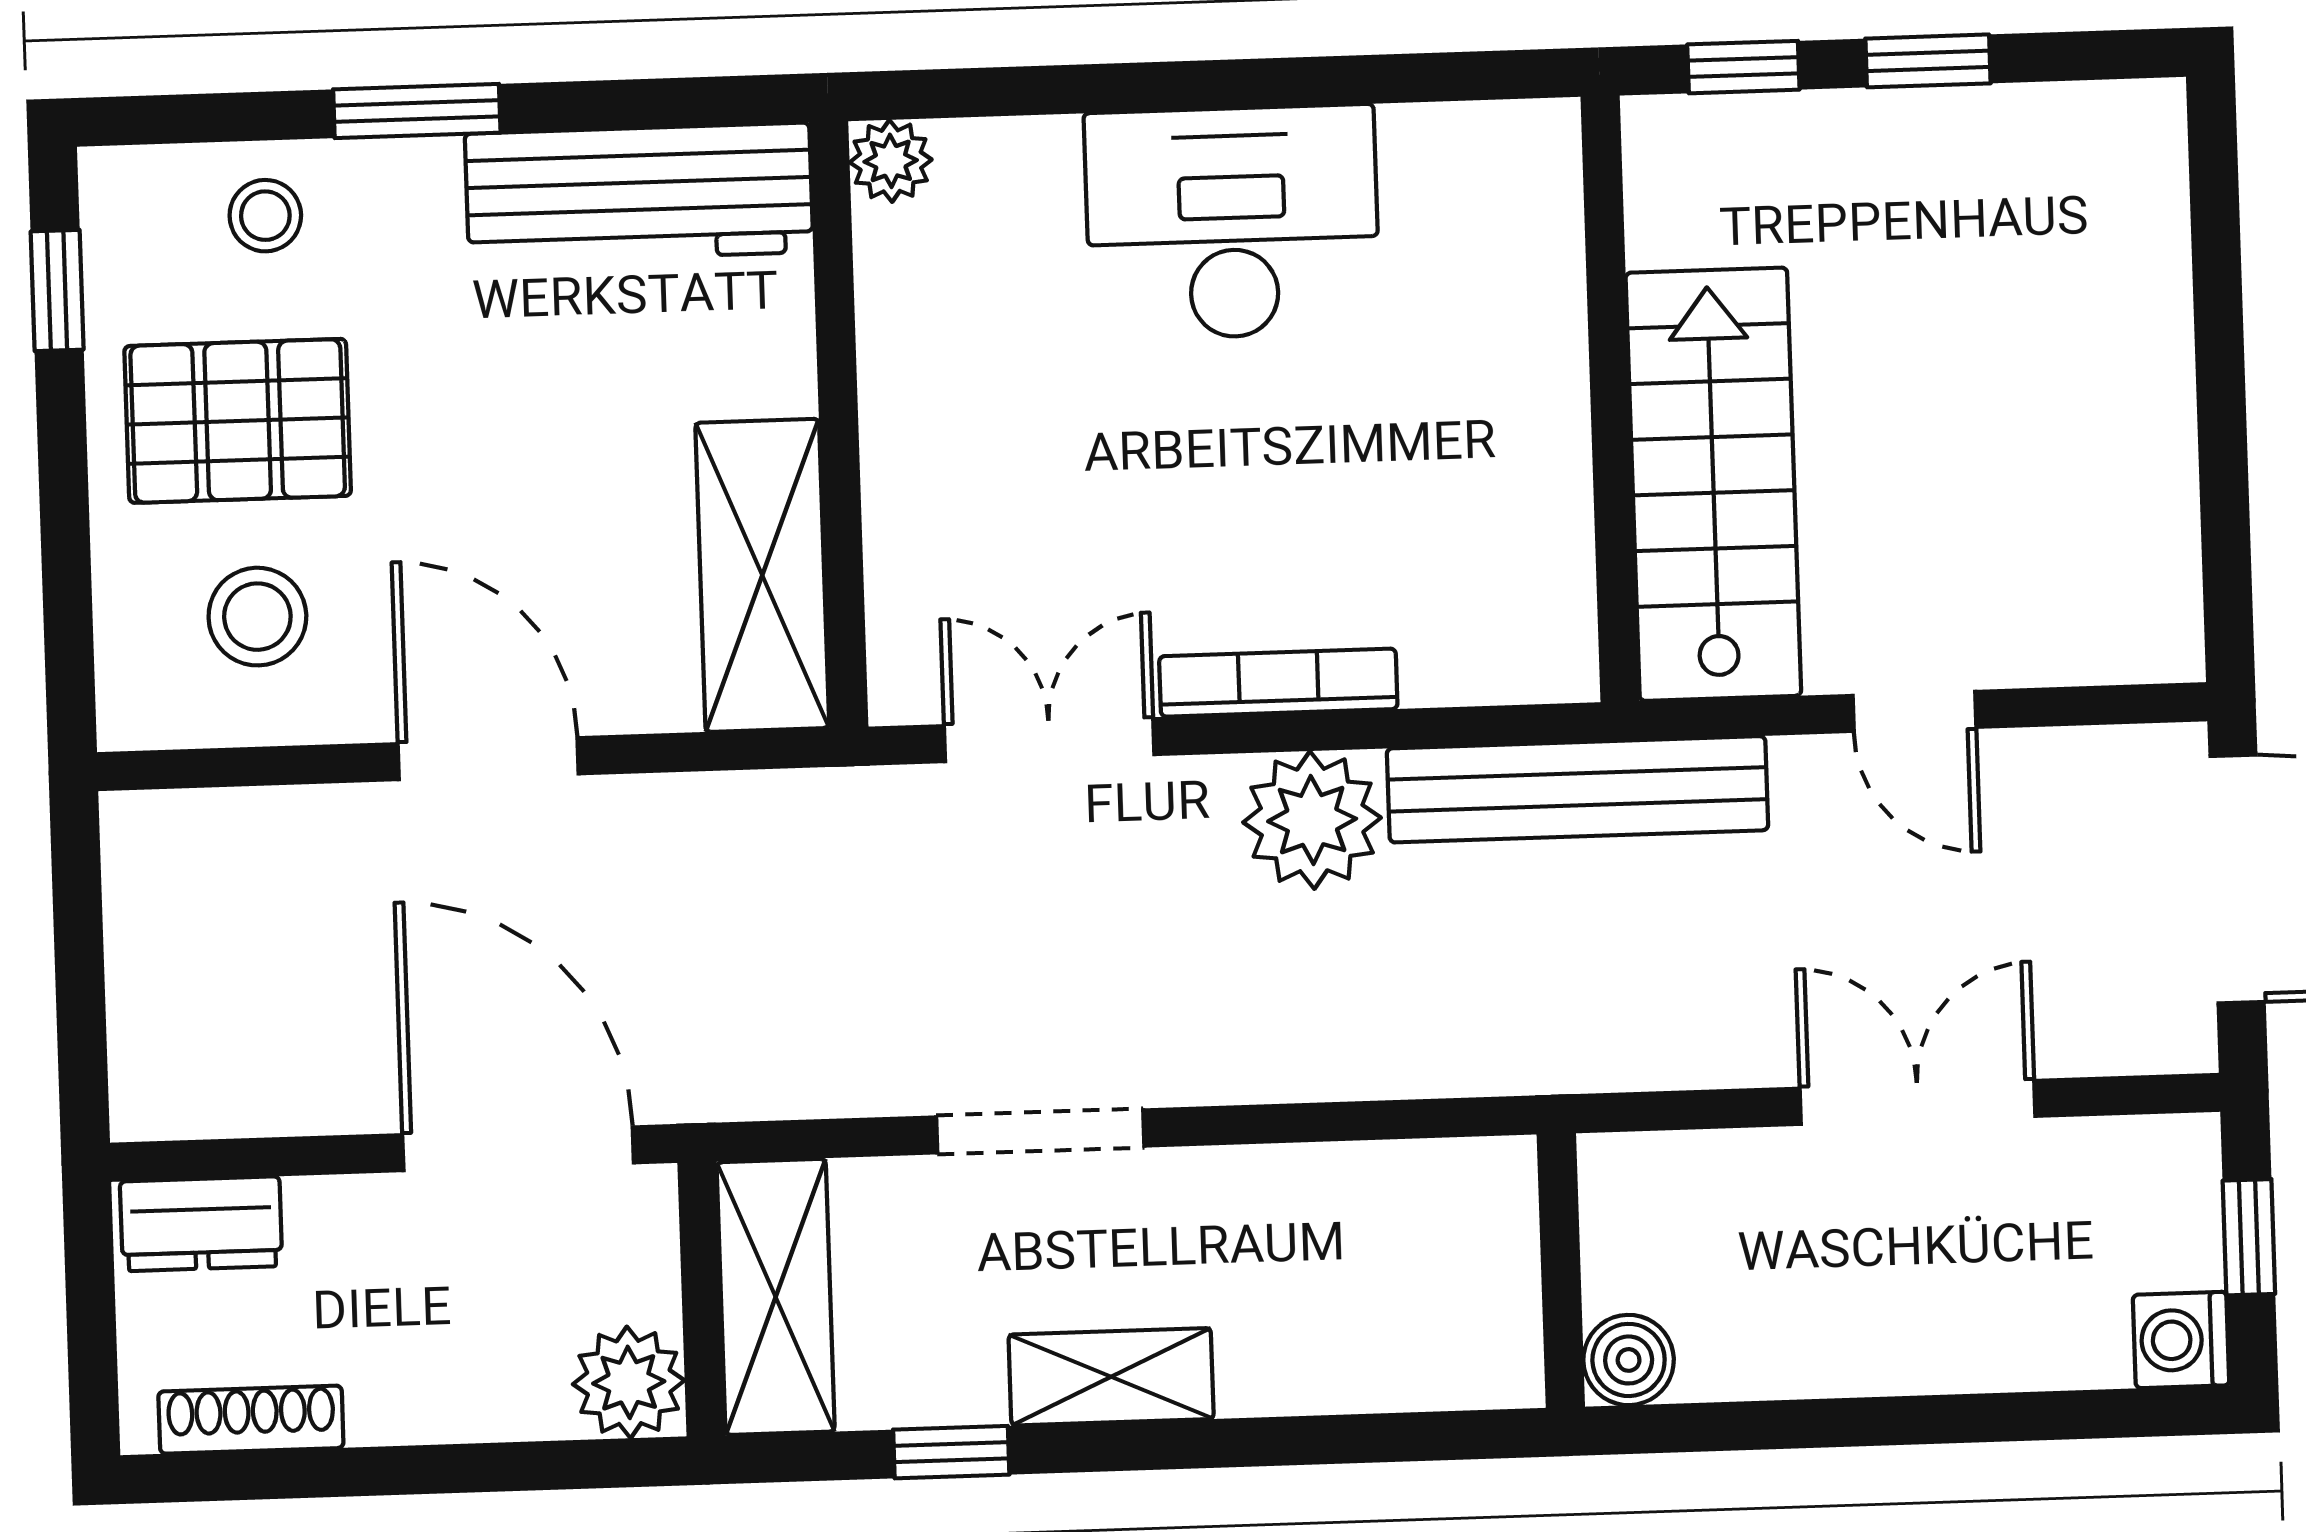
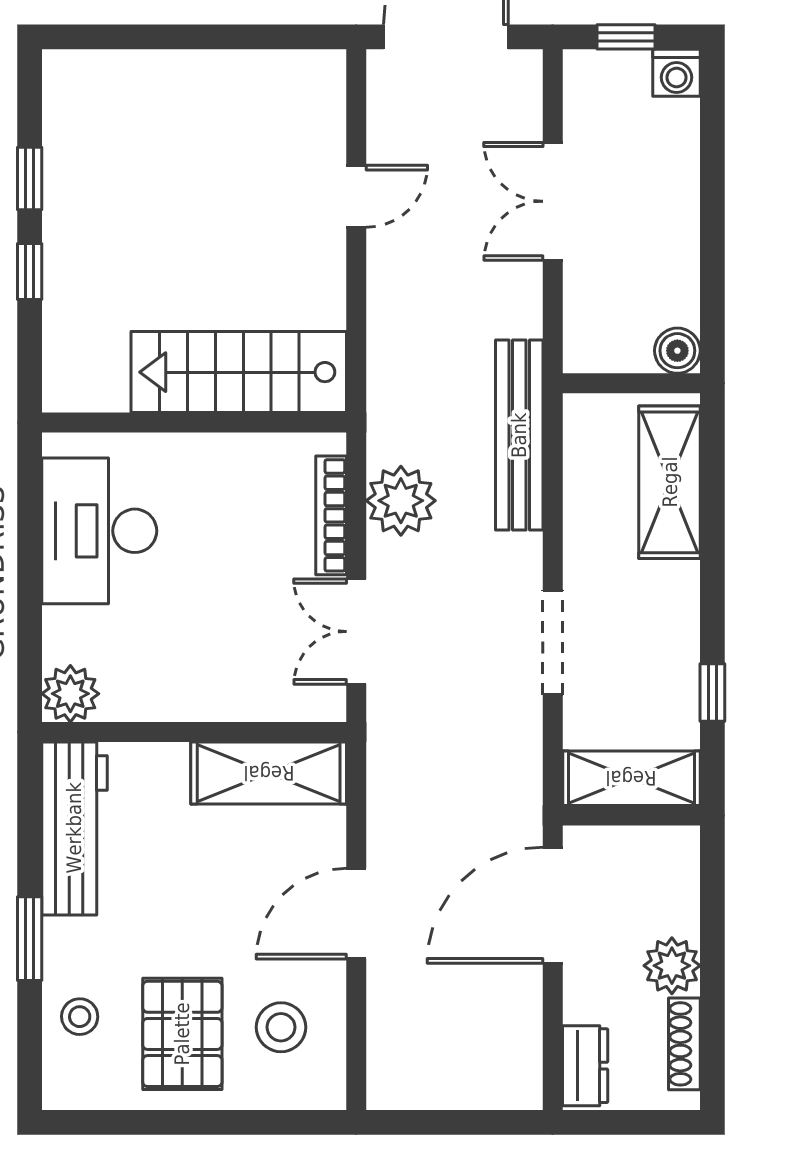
plant: (891, 161) -> (70, 694), width x1.38, depth x1.38
window: (57, 291) -> (114, 1122), removed
wall: (1610, 399) -> (194, 423), moved
stairs: (1713, 484) -> (239, 372), moved
bench: (1577, 789) -> (519, 435), moved
shelving: (1111, 1377) -> (670, 482), moved, width x1.50, depth x1.33
plant: (629, 1382) -> (672, 966), moved

